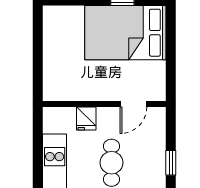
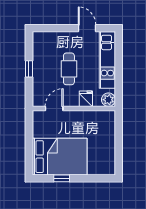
plant: (53, 117) -> (108, 100), added

